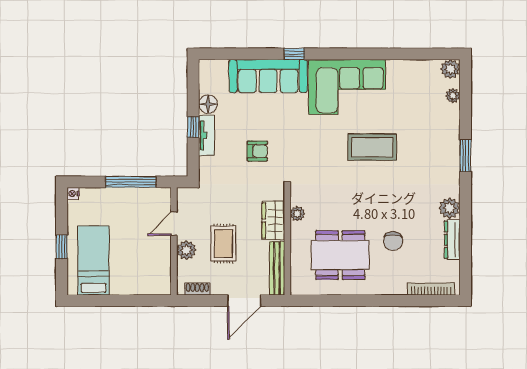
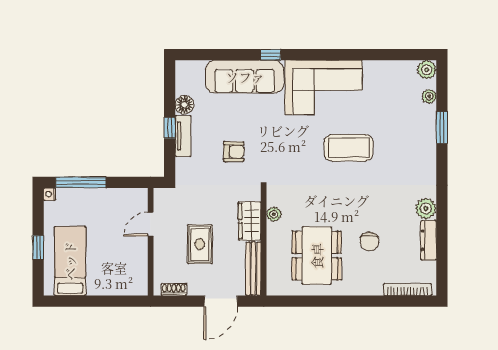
window: (465, 156) -> (442, 128), moved
window: (131, 182) -> (81, 182), moved
plant: (186, 250) -> (163, 251), removed
dining table: (340, 255) -> (317, 256), turned 90

